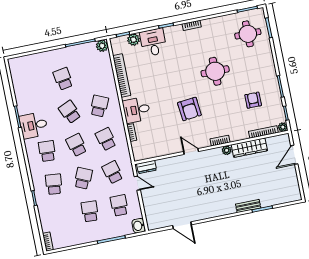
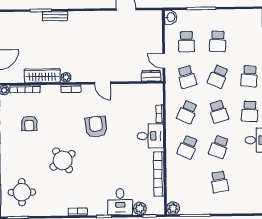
round table: (215, 71) -> (63, 160), turned -35
school desk: (70, 112) -> (219, 147), turned 45
school desk: (106, 139) -> (187, 112), turned 39

